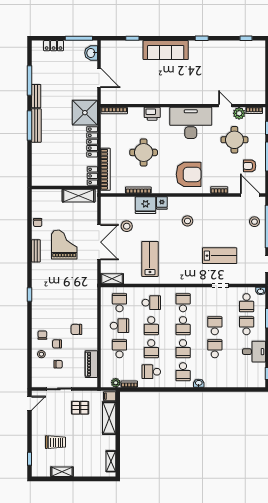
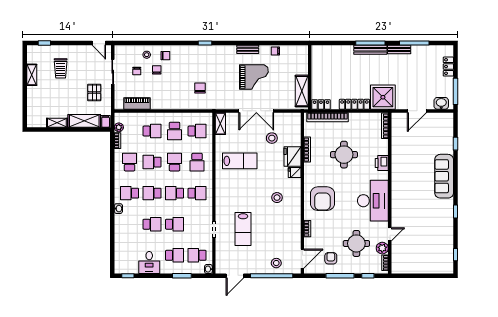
school desk: (151, 326) -> (175, 162), turned 90
chair: (76, 329) -> (200, 88), moved
shelving: (111, 461) -> (57, 123), moved

